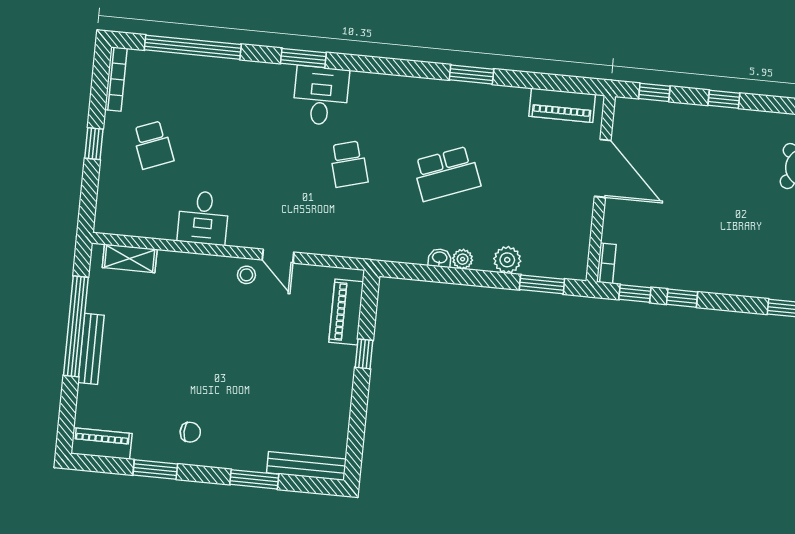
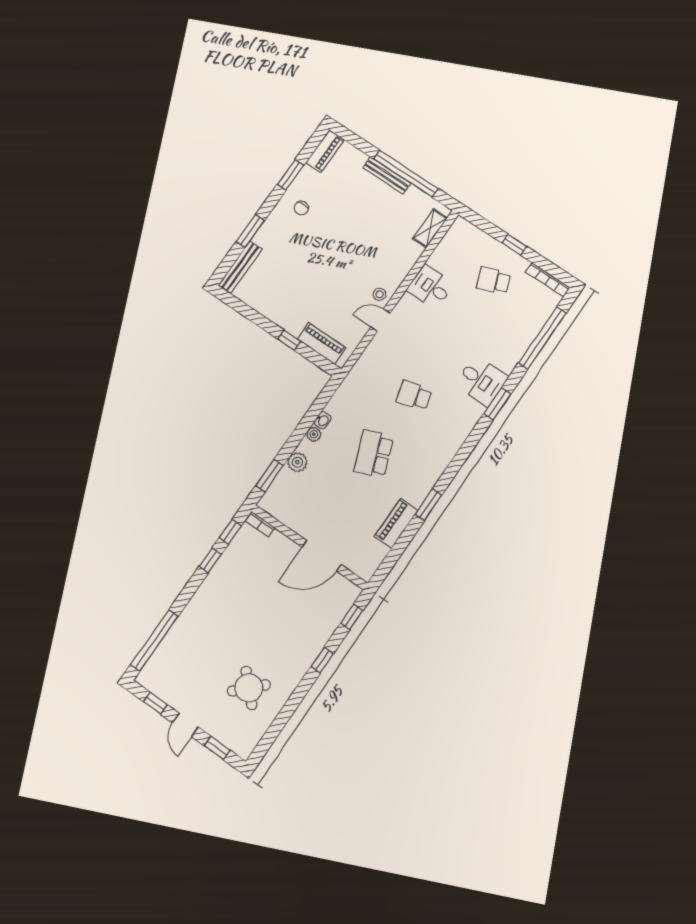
desk: (321, 96) -> (481, 381), moved
piano: (562, 105) -> (396, 523), moved

